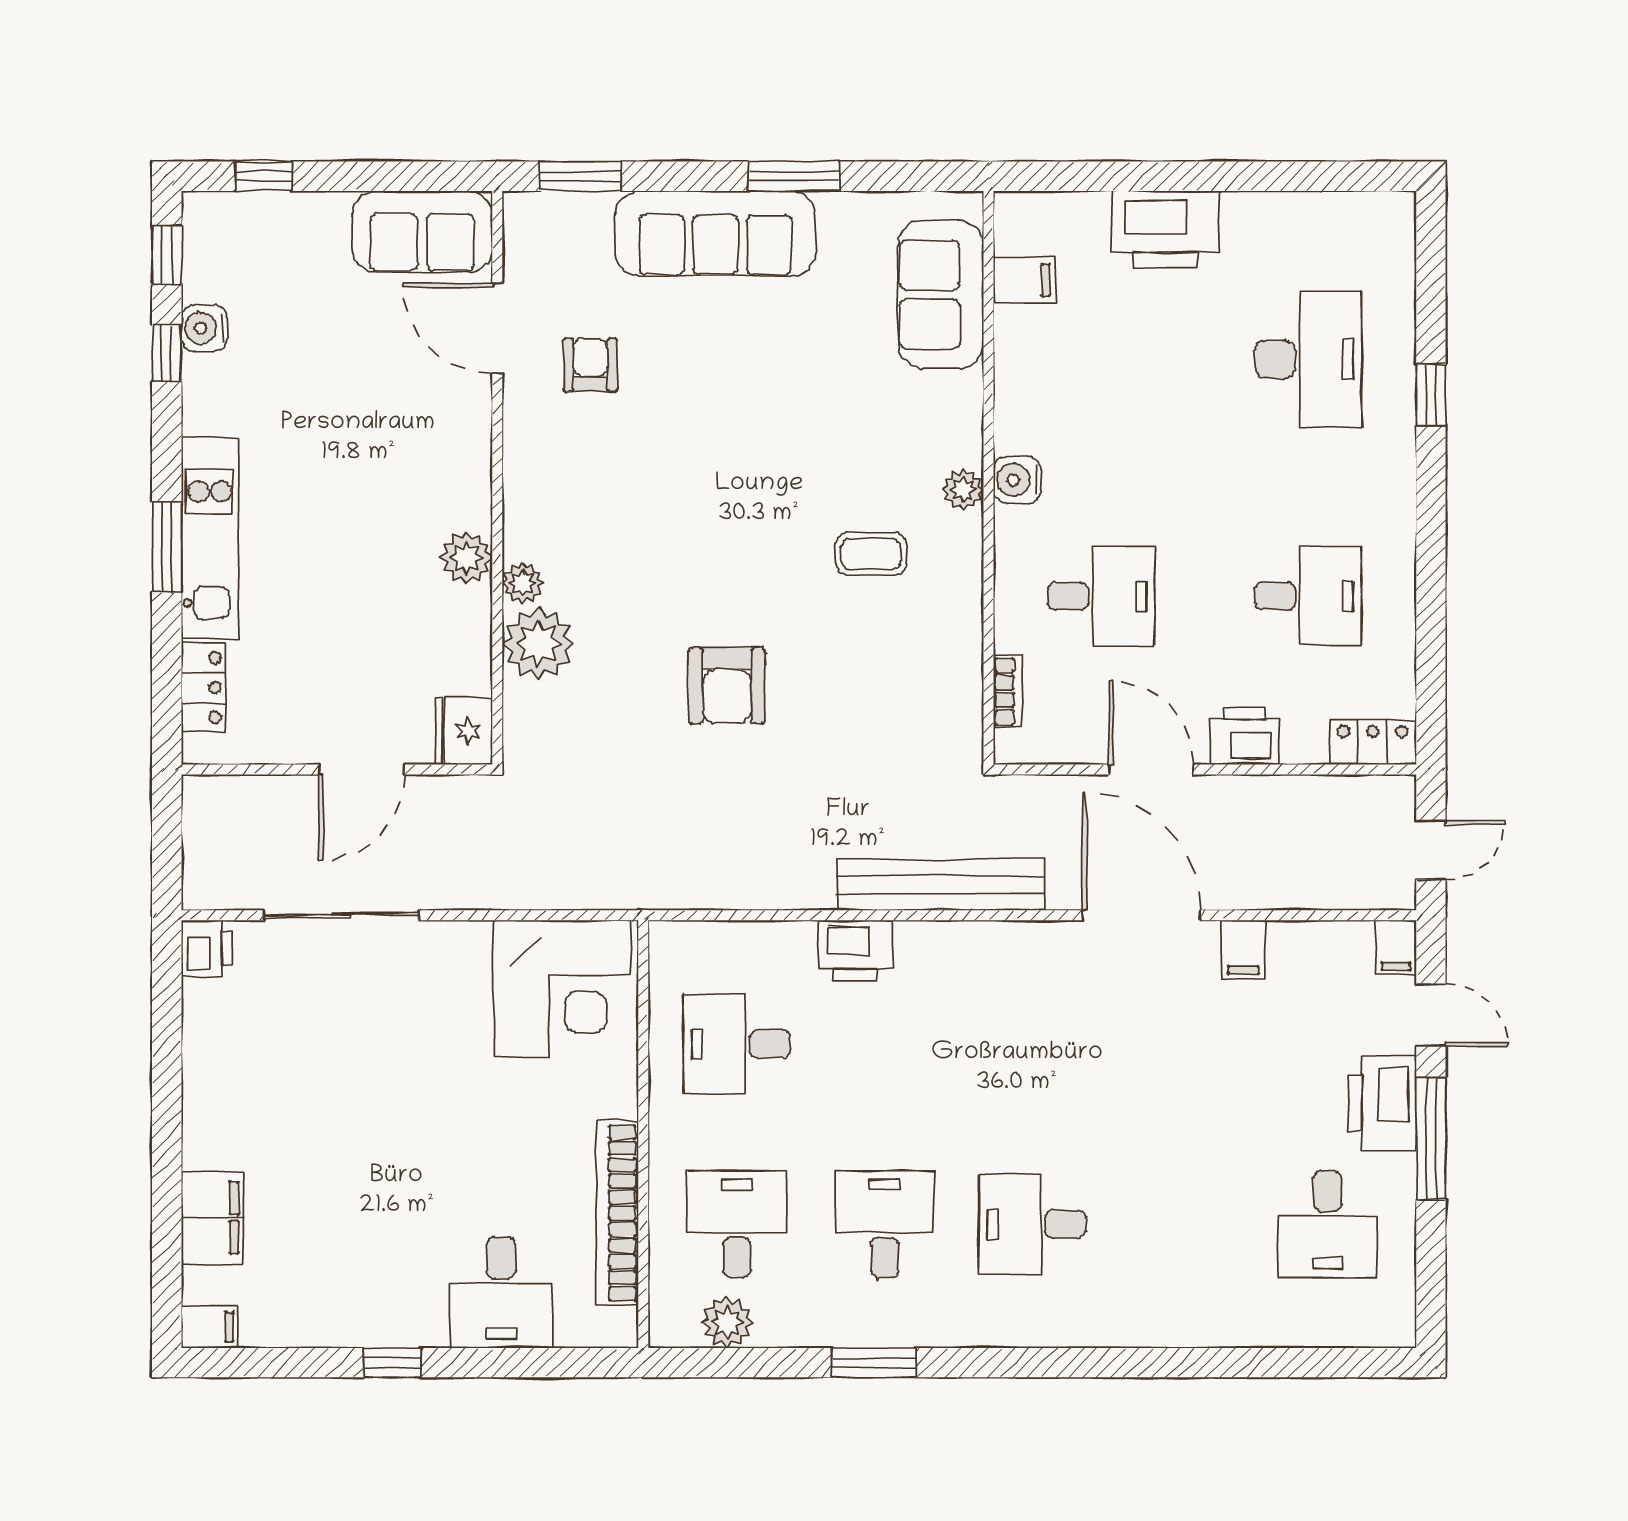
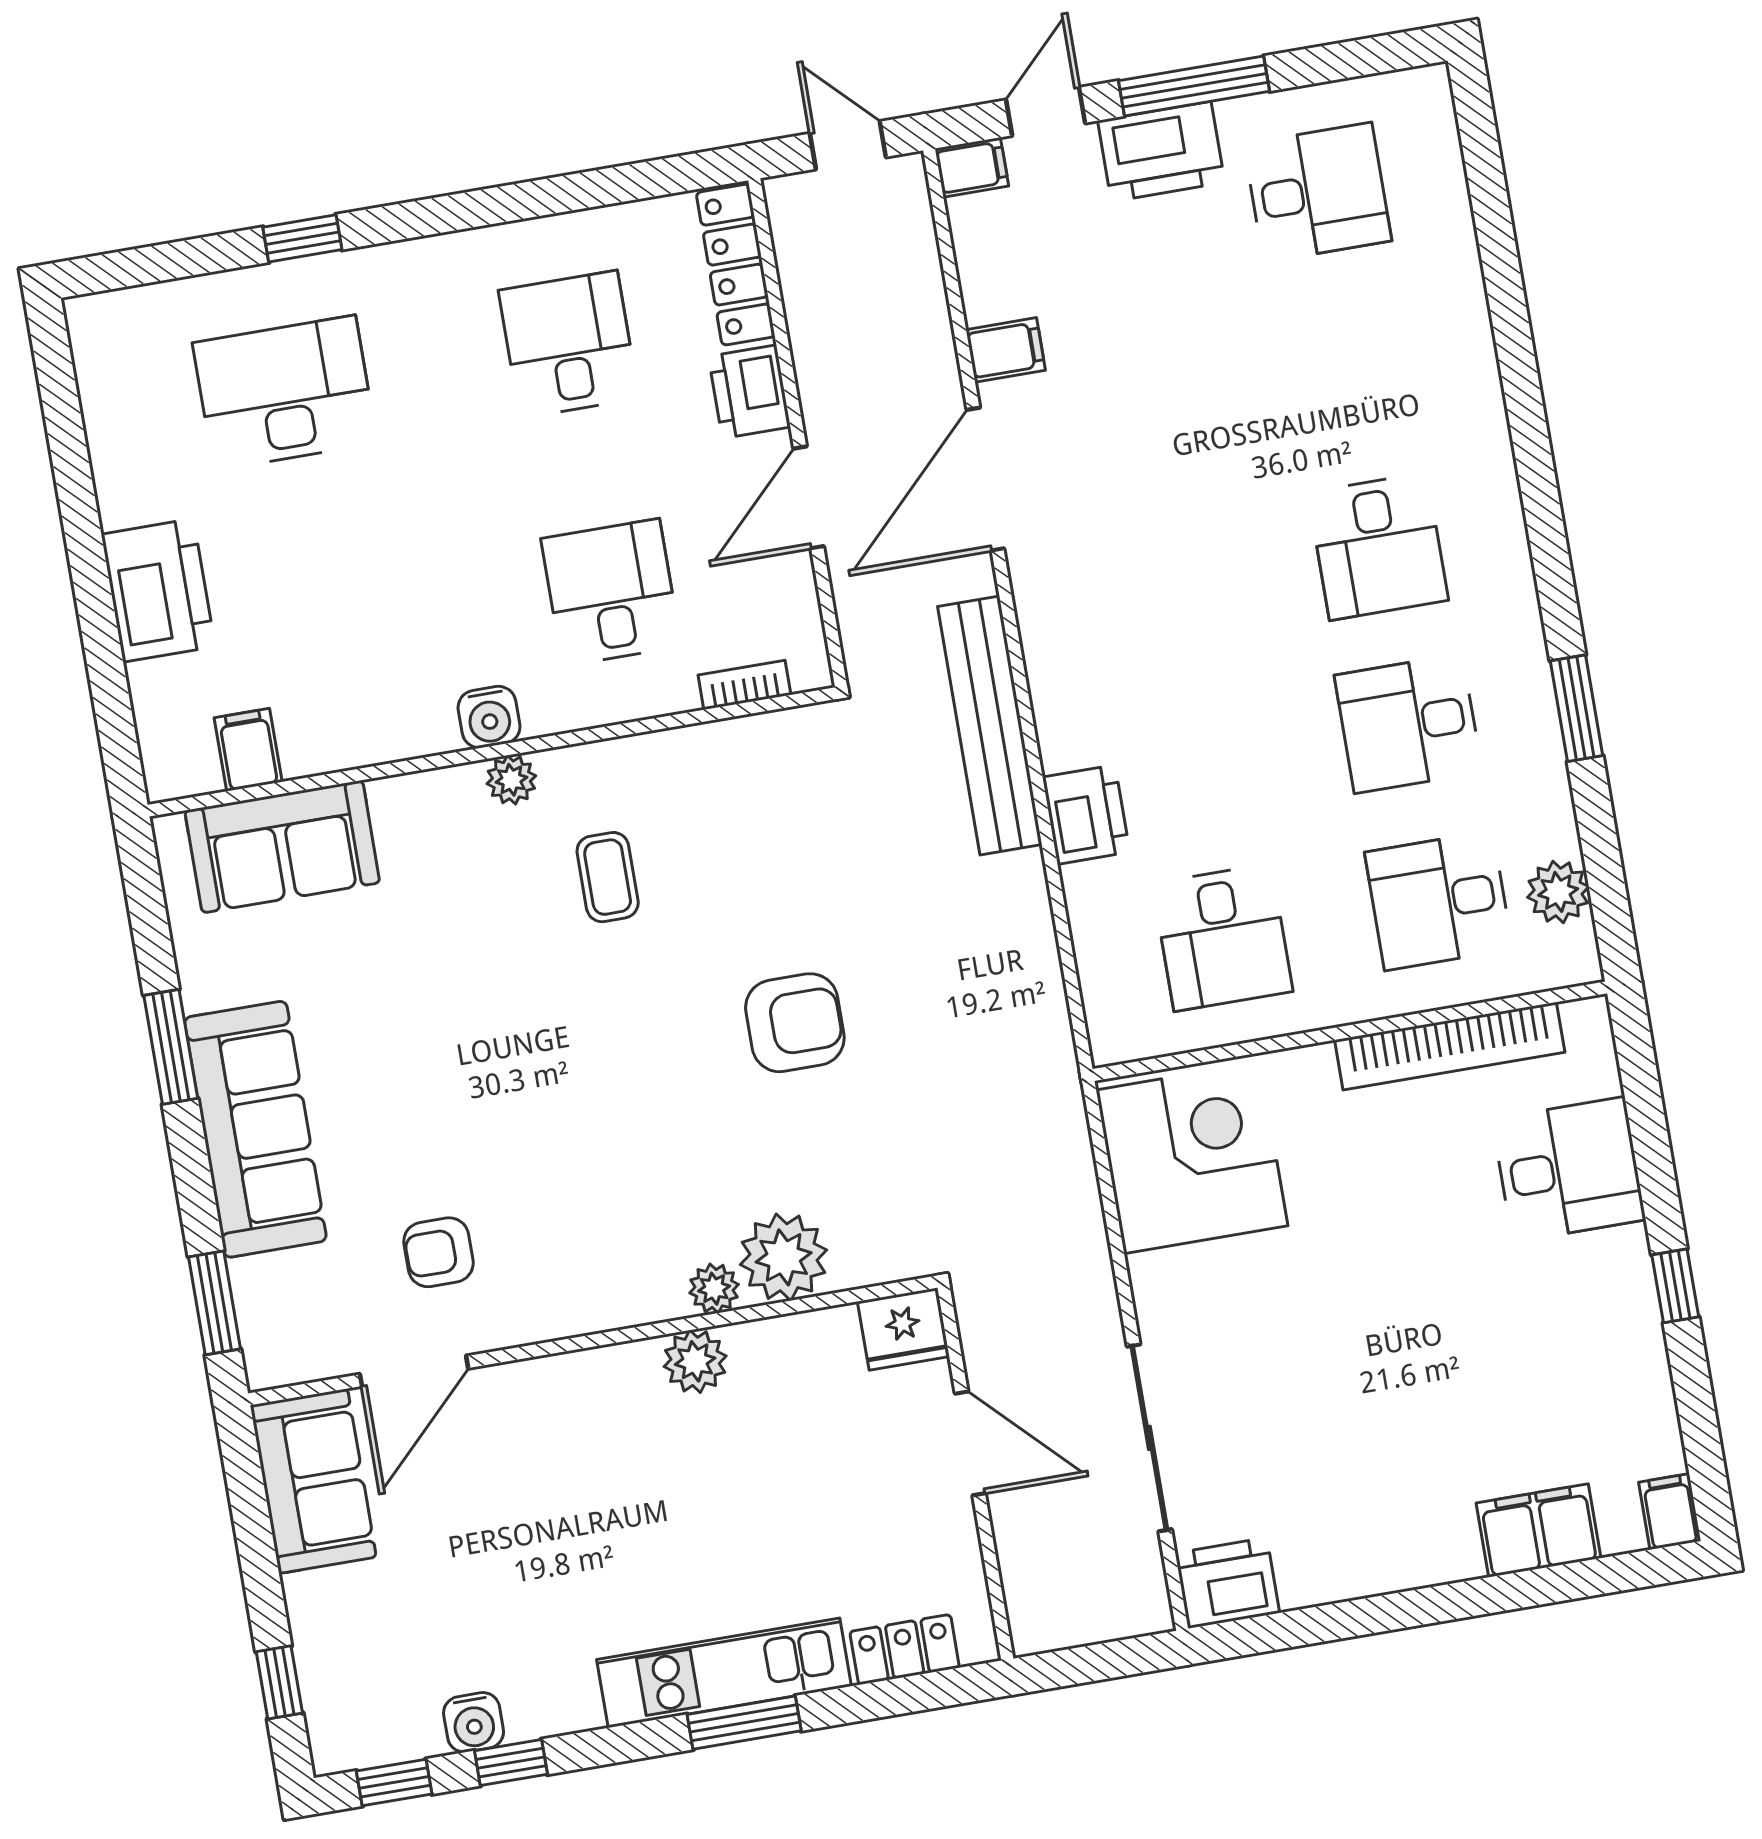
locker: (1373, 743) -> (736, 265), width x1.53
printer: (207, 948) -> (1227, 1583), width x1.36, depth x1.24

